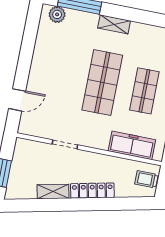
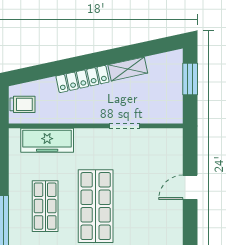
door: (17, 100) -> (190, 187), moved

